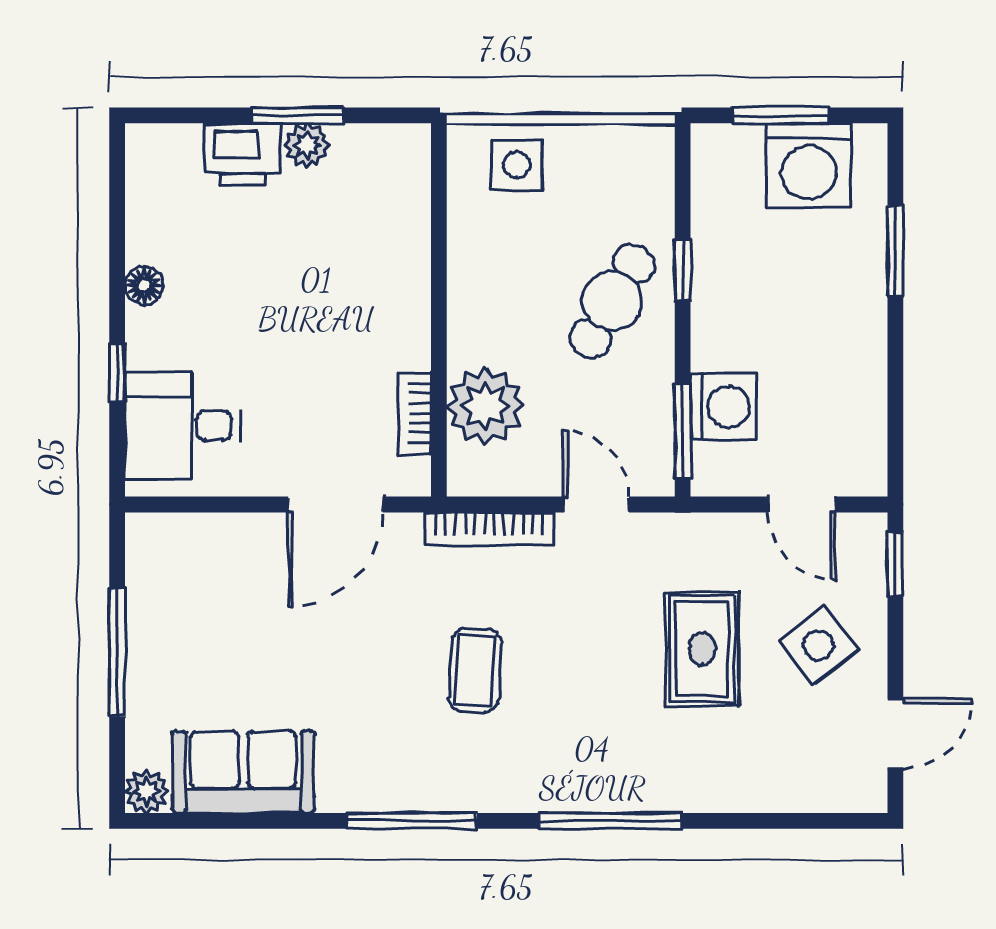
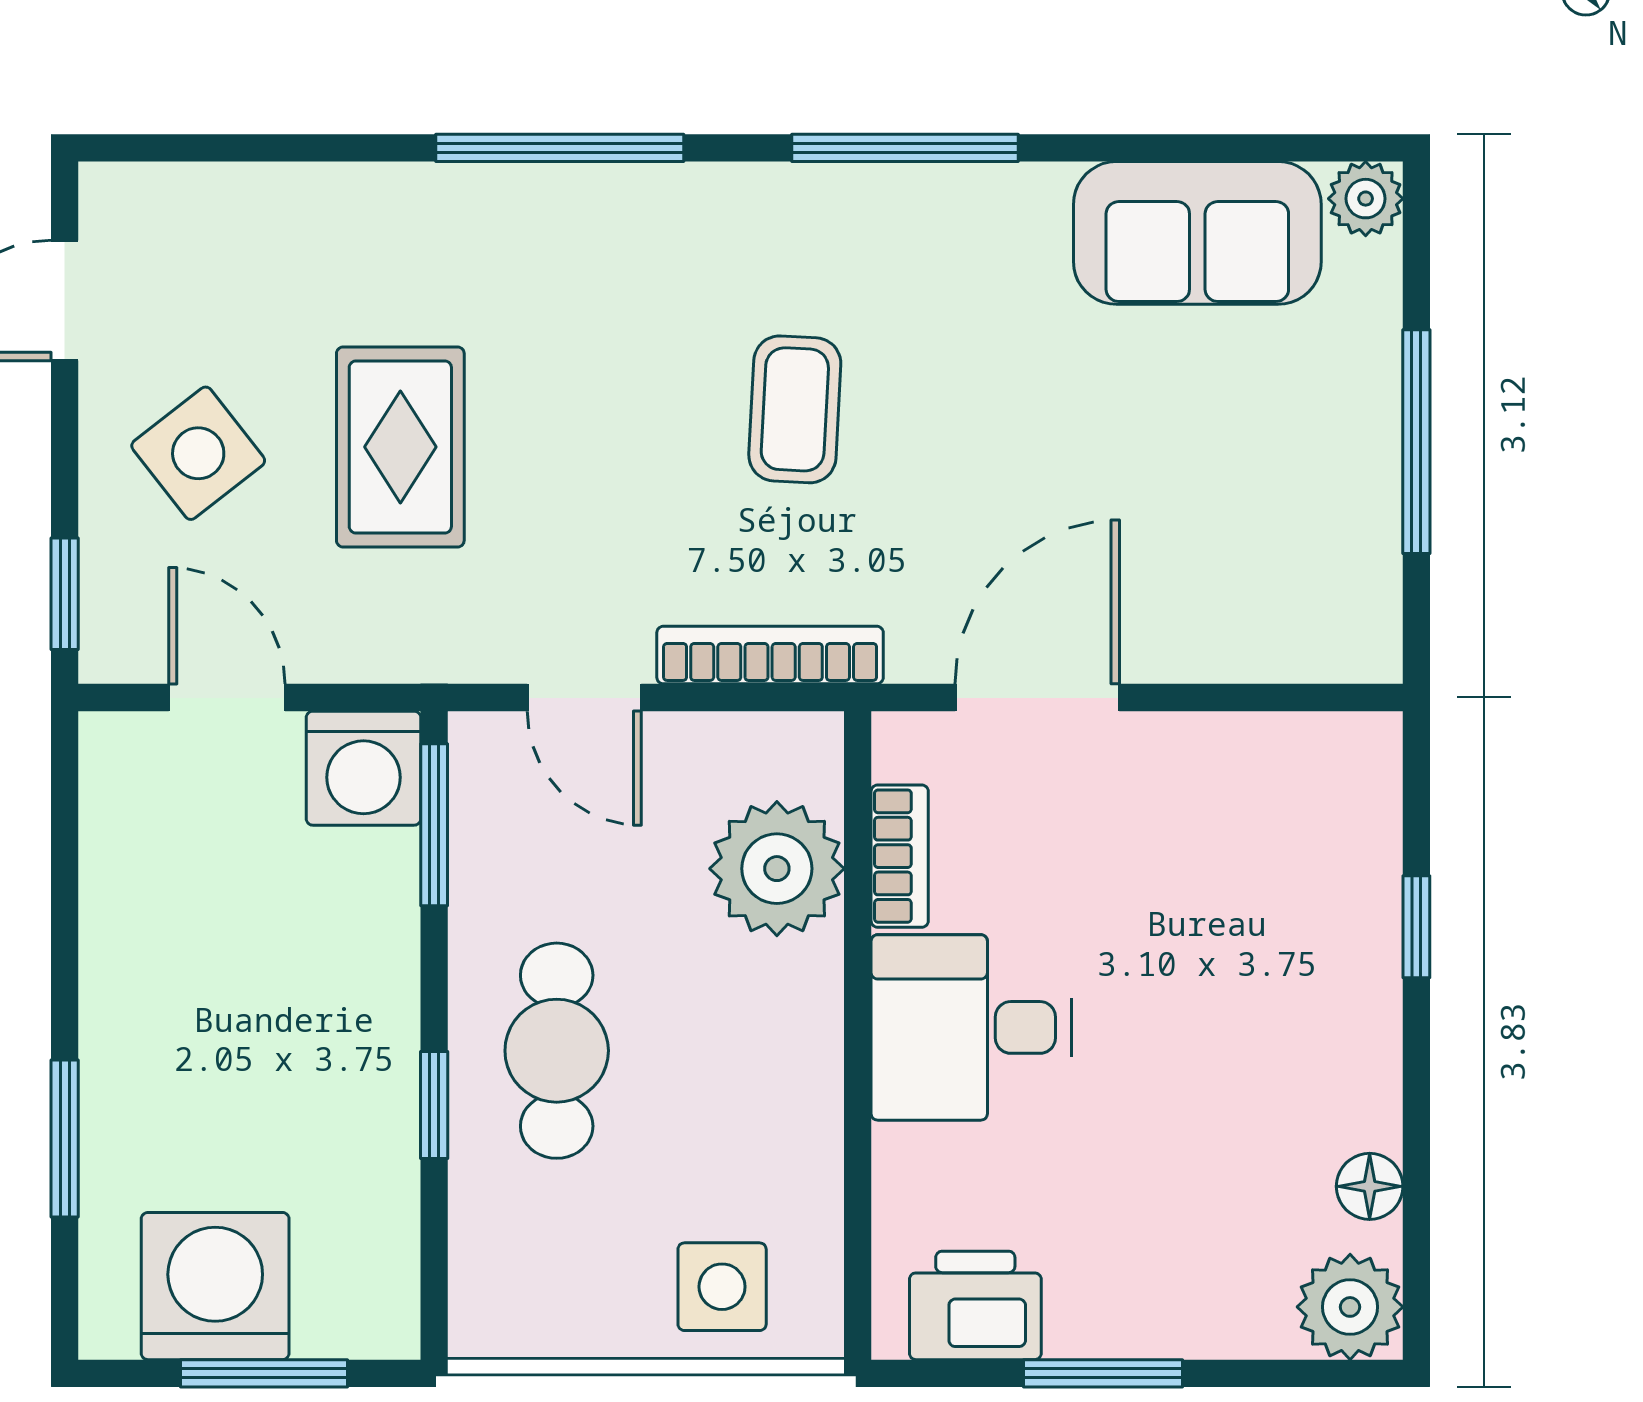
plant: (307, 145) -> (1350, 1307), moved, width x1.38, depth x1.38
printer: (243, 154) -> (975, 1305), moved
floor lamp: (144, 286) -> (1370, 1186), moved
cafe table: (612, 301) -> (557, 1051), turned -30
washing machine: (723, 407) -> (363, 768), moved, turned -90
desk: (183, 426) -> (971, 1027), moved, turned 180

